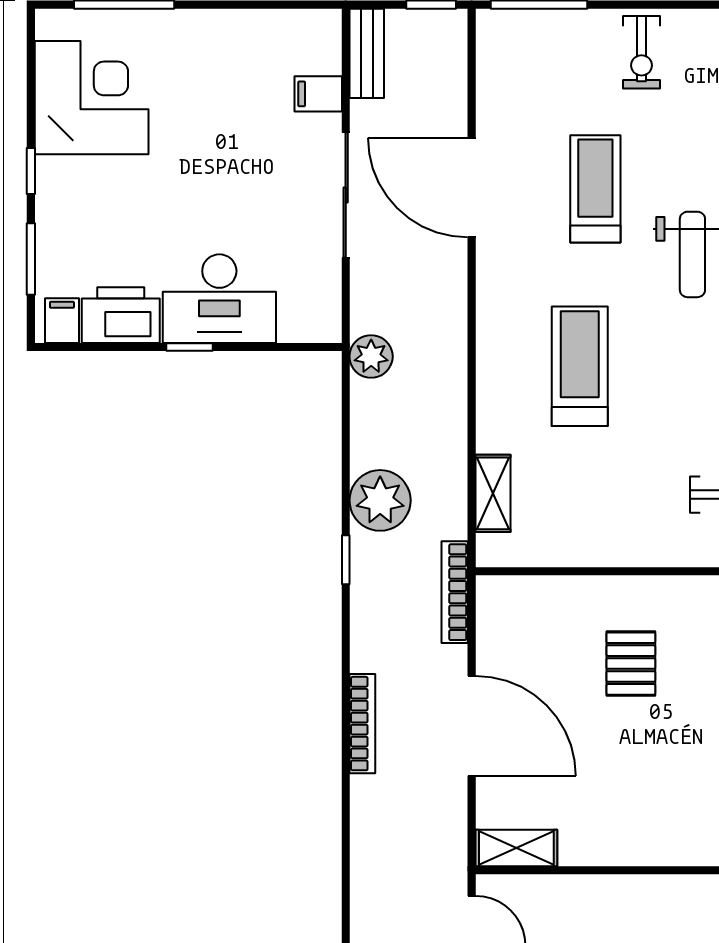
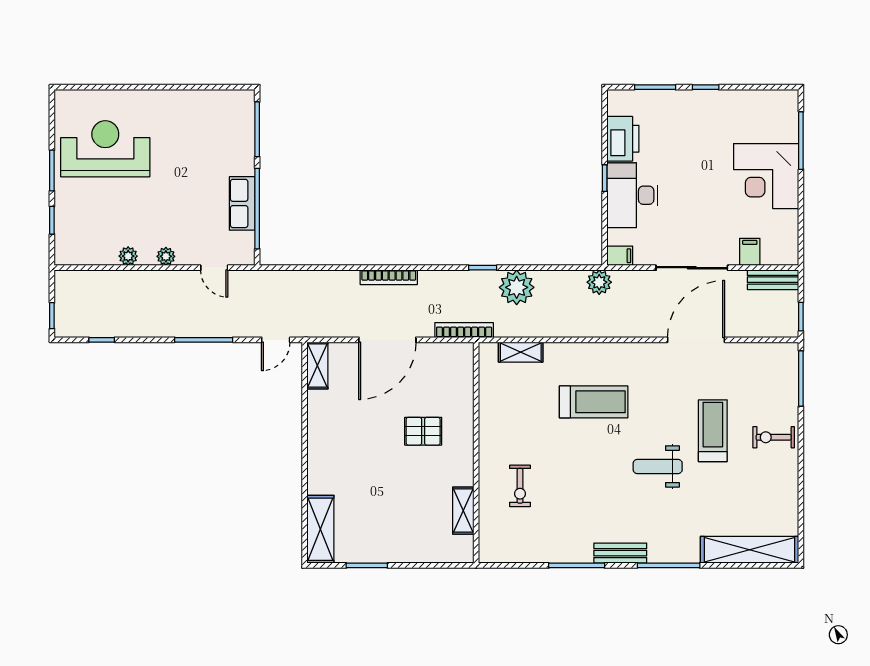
corner desk: (92, 98) -> (766, 176), moved, turned 90
treadmill: (595, 189) -> (713, 431), moved, turned -90
filing cabinet: (62, 321) -> (620, 256), moved

